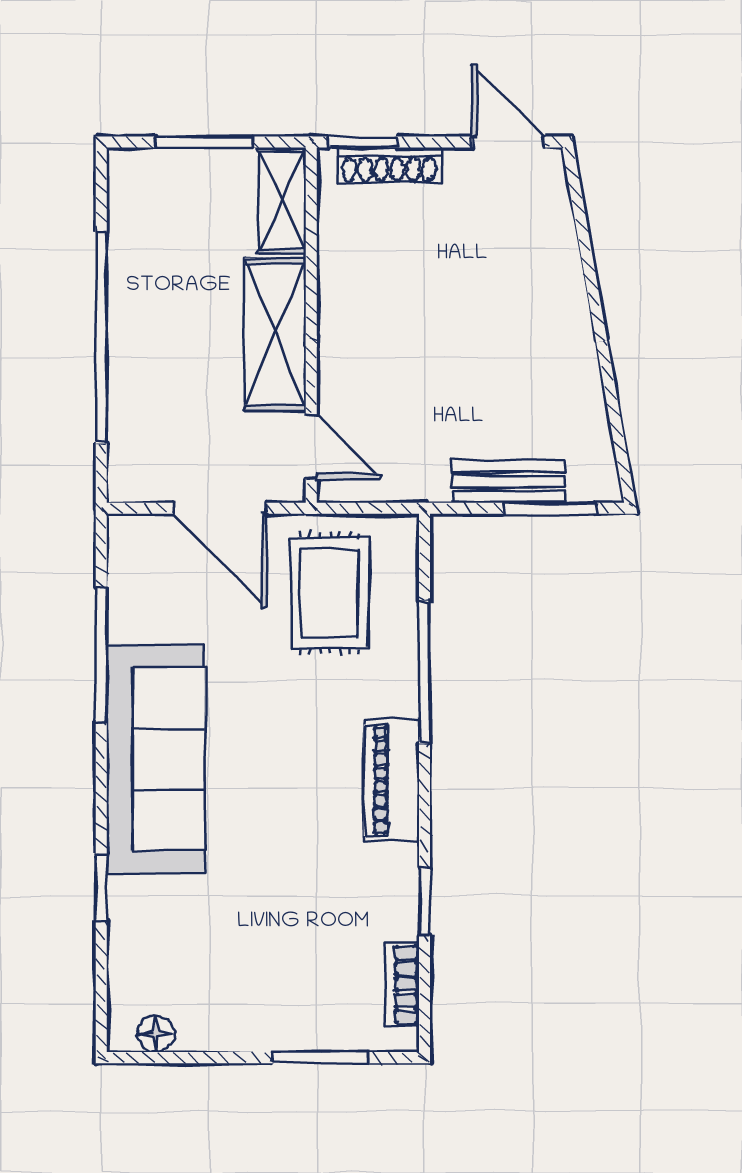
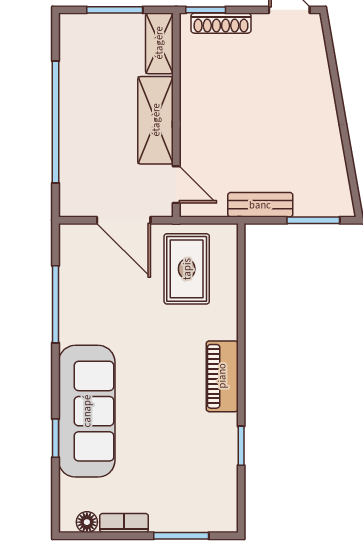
bench: (508, 481) -> (260, 205), moved
window: (424, 672) -> (241, 314), removed
sofa: (156, 759) -> (87, 411), moved
bookcase: (402, 985) -> (124, 523), moved, turned 90

